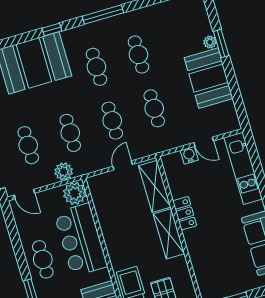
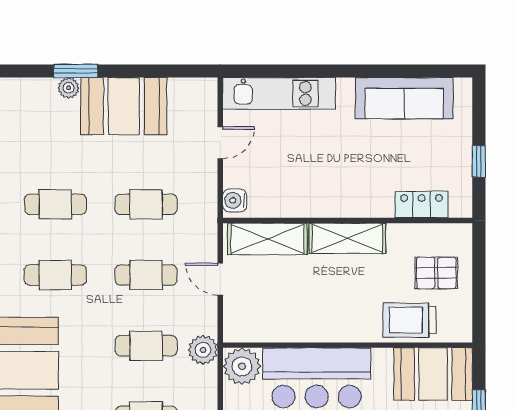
water cooler: (189, 155) -> (235, 200), moved
plant: (64, 172) -> (203, 350), moved
locker: (185, 213) -> (422, 205), moved

